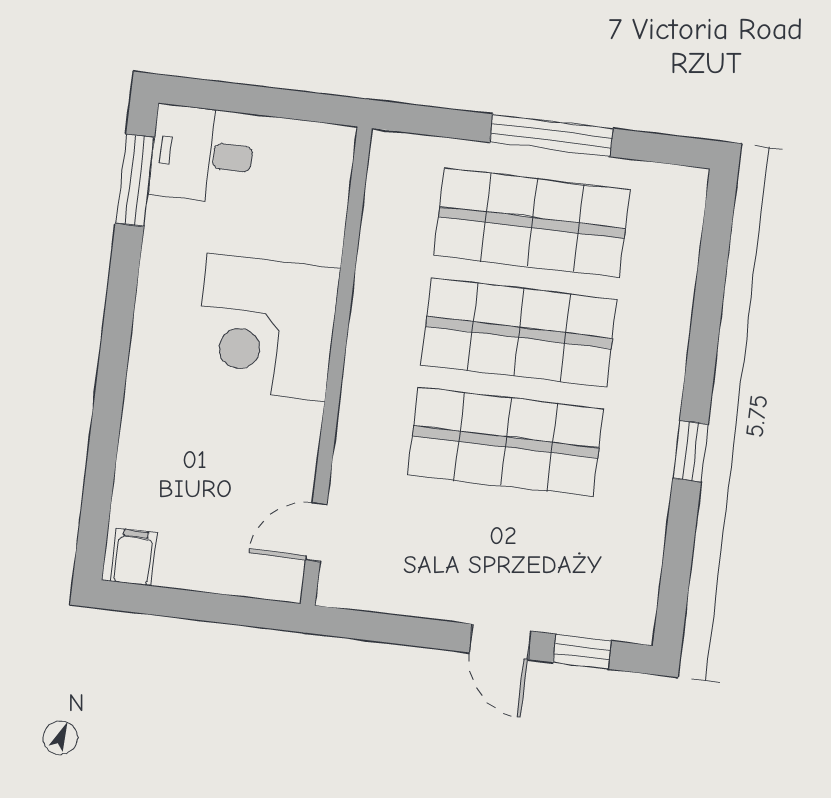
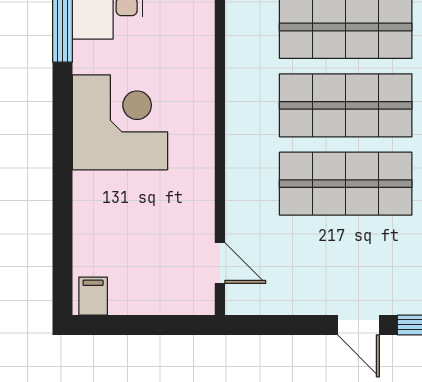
corner desk: (266, 327) -> (120, 122), moved, turned 180
door: (316, 532) -> (220, 263), swing flipped

